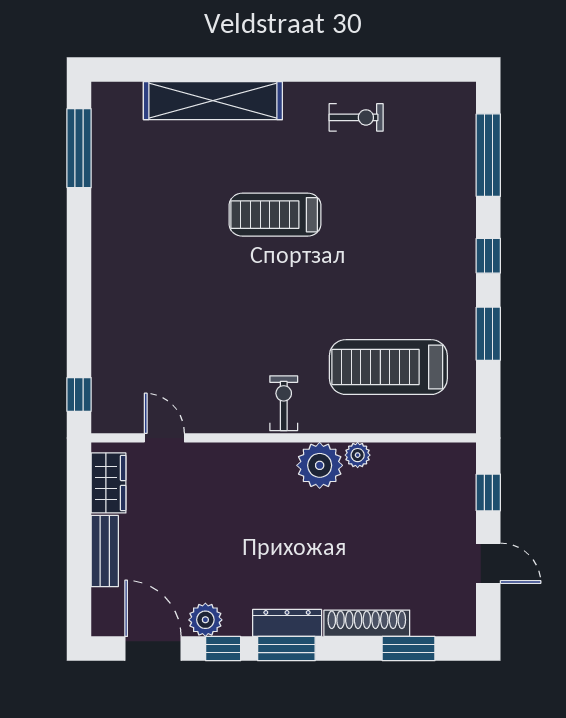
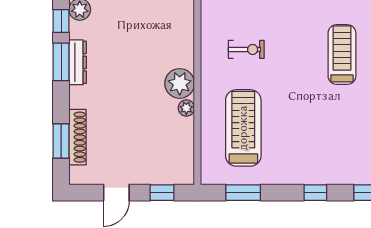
window: (488, 334) -> (243, 193), moved
exercise bike: (284, 403) -> (246, 49), moved
shoe rack: (367, 623) -> (77, 137), moved

